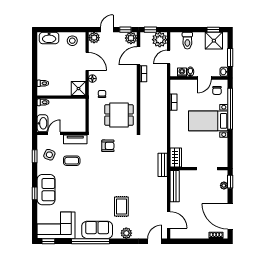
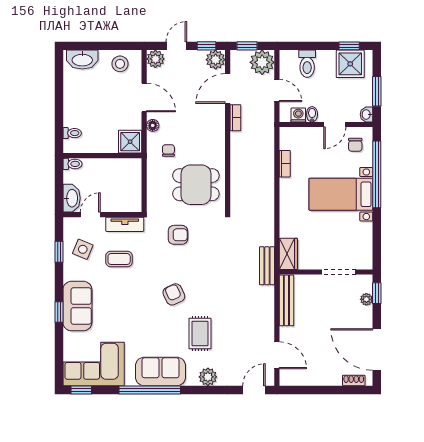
door: (169, 57) -> (277, 91), swing flipped
armchair: (105, 182) -> (174, 294), added

